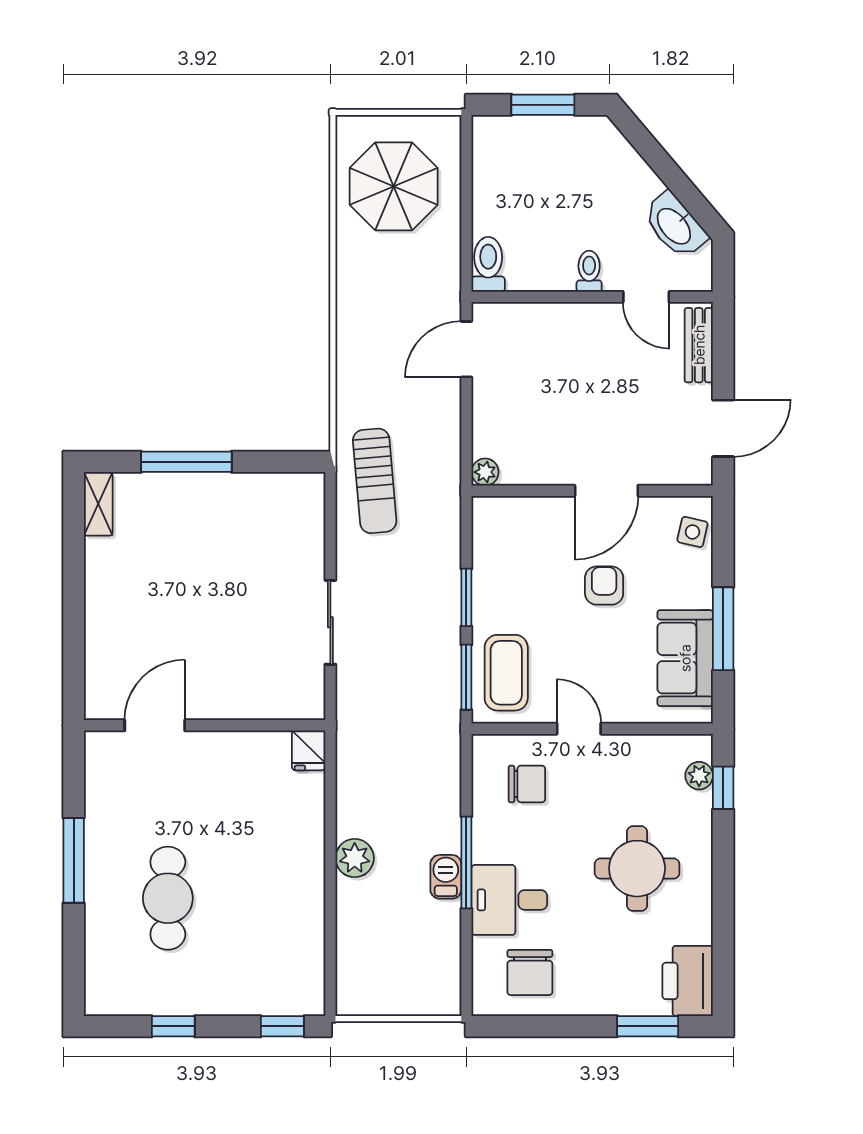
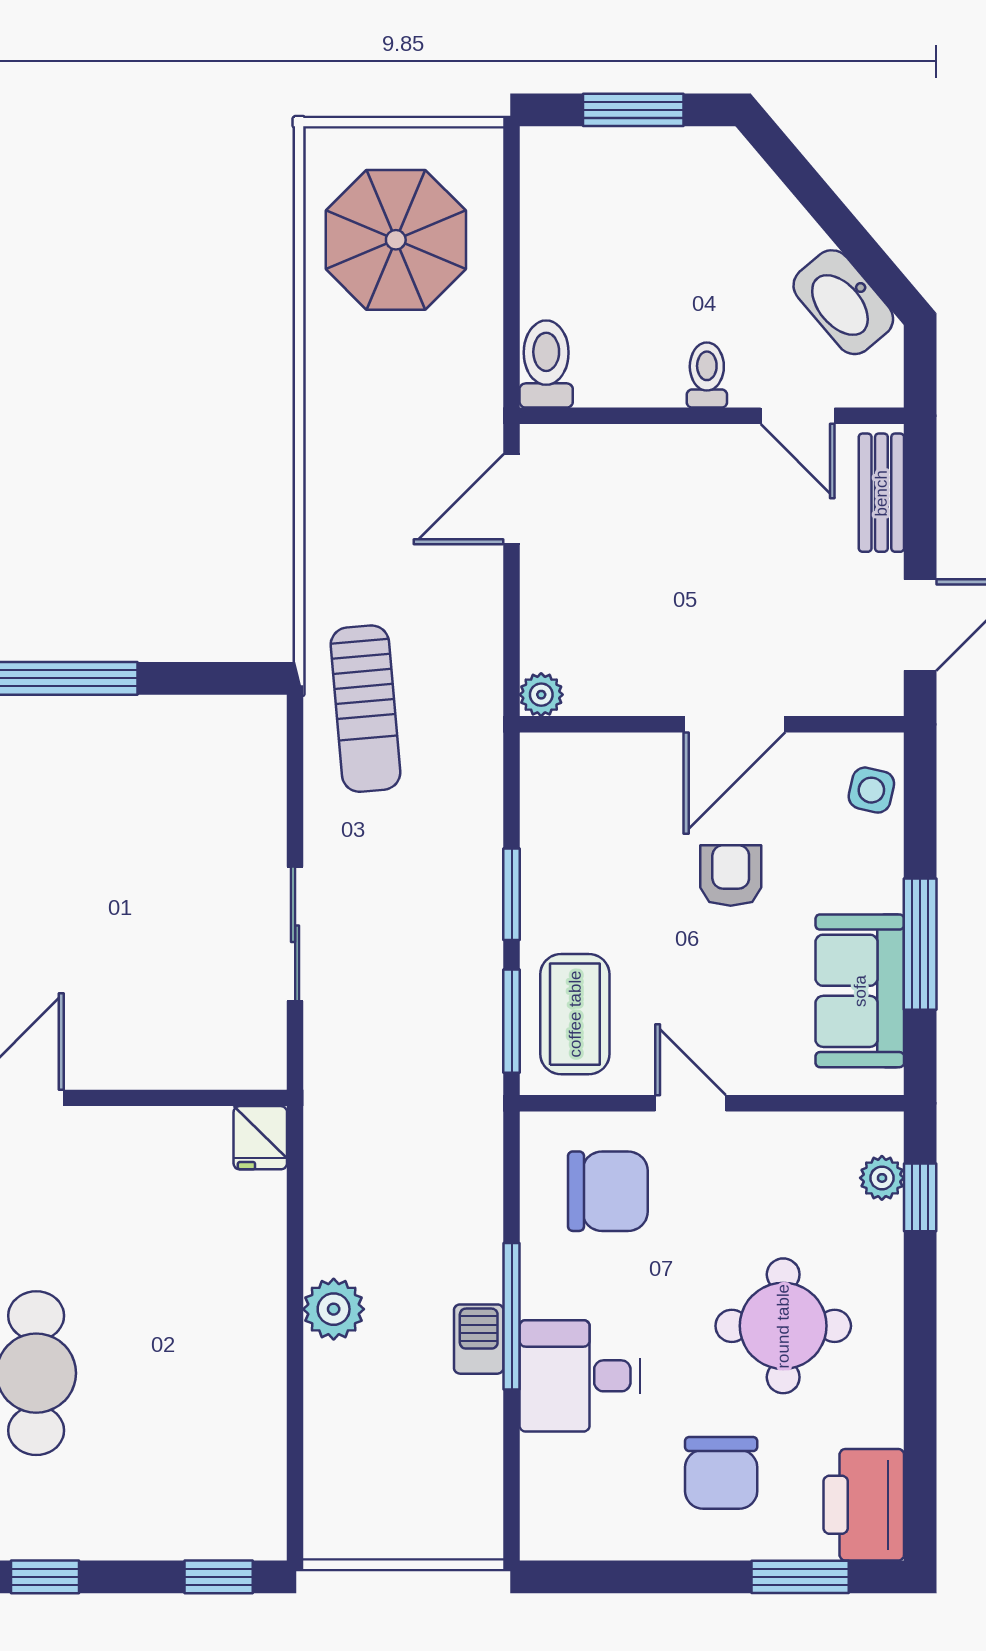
chair: (527, 784) -> (608, 1191), width x1.37, depth x1.37
chair: (530, 972) -> (721, 1473), moved

